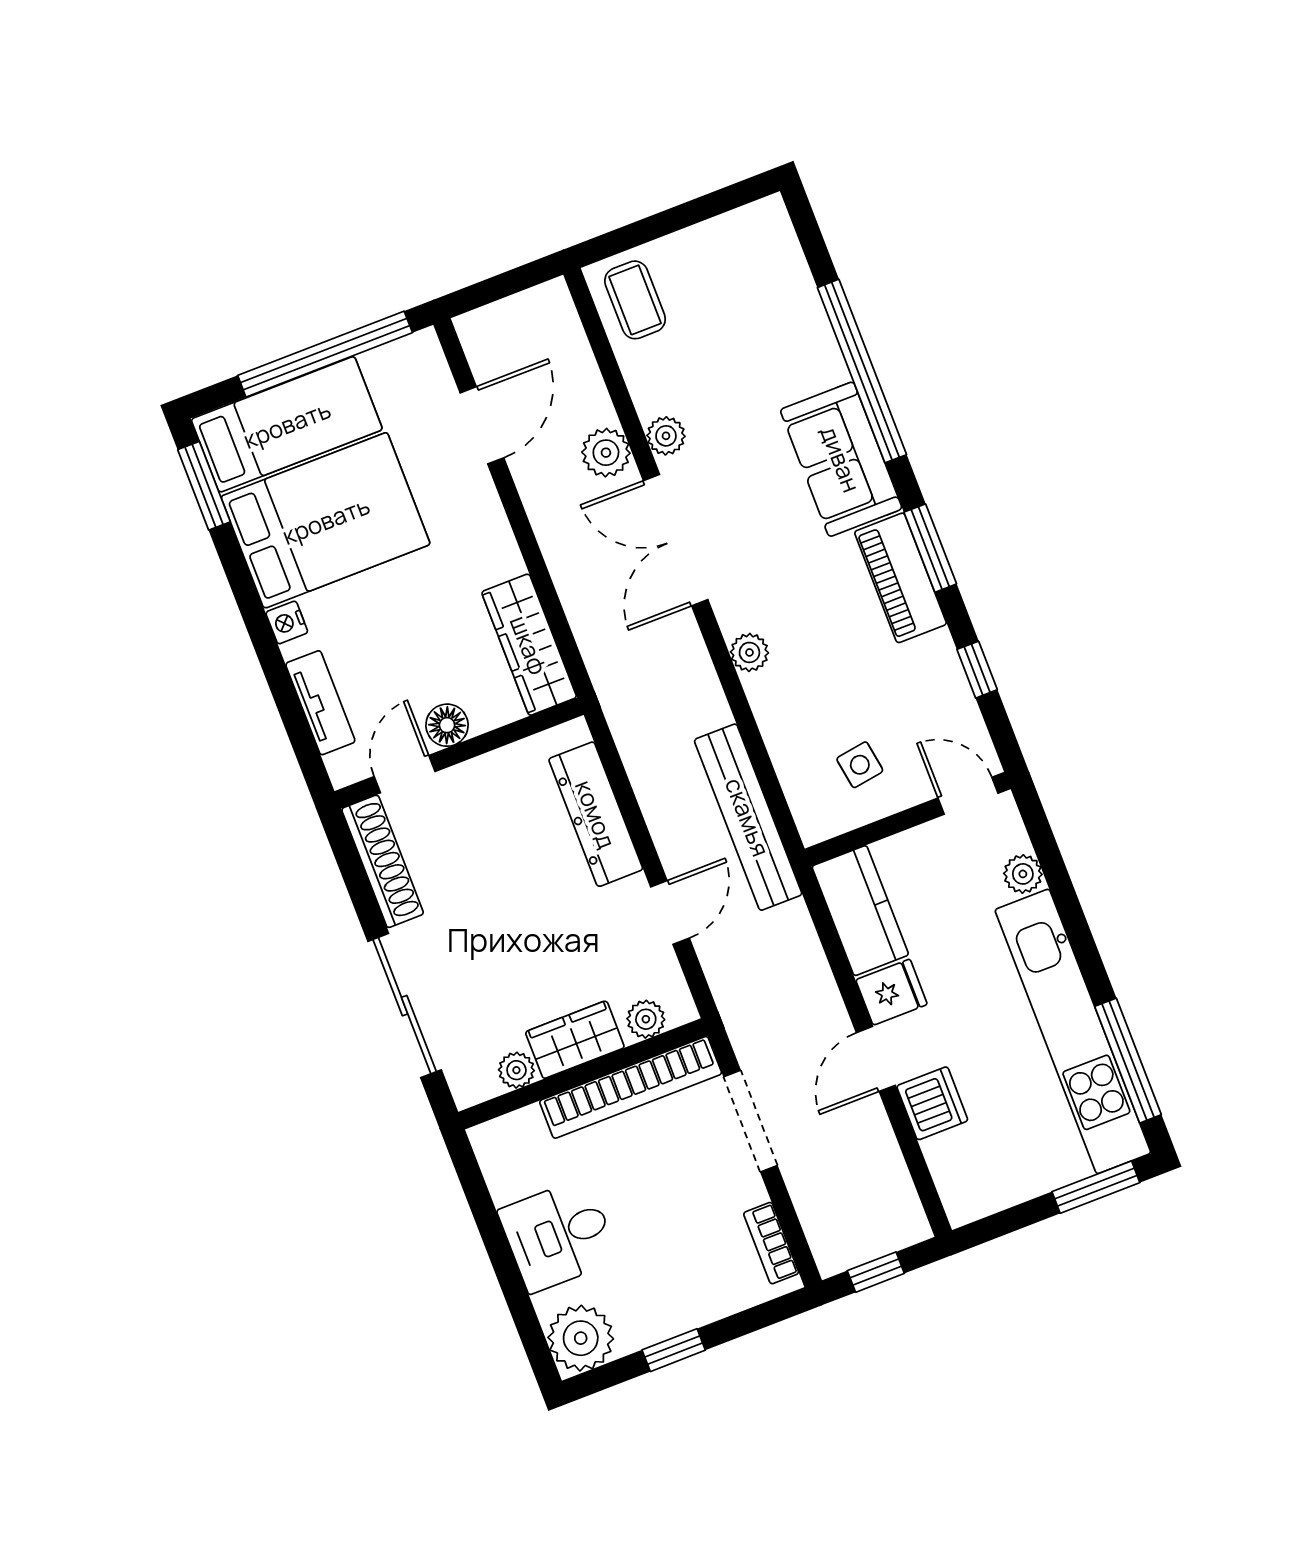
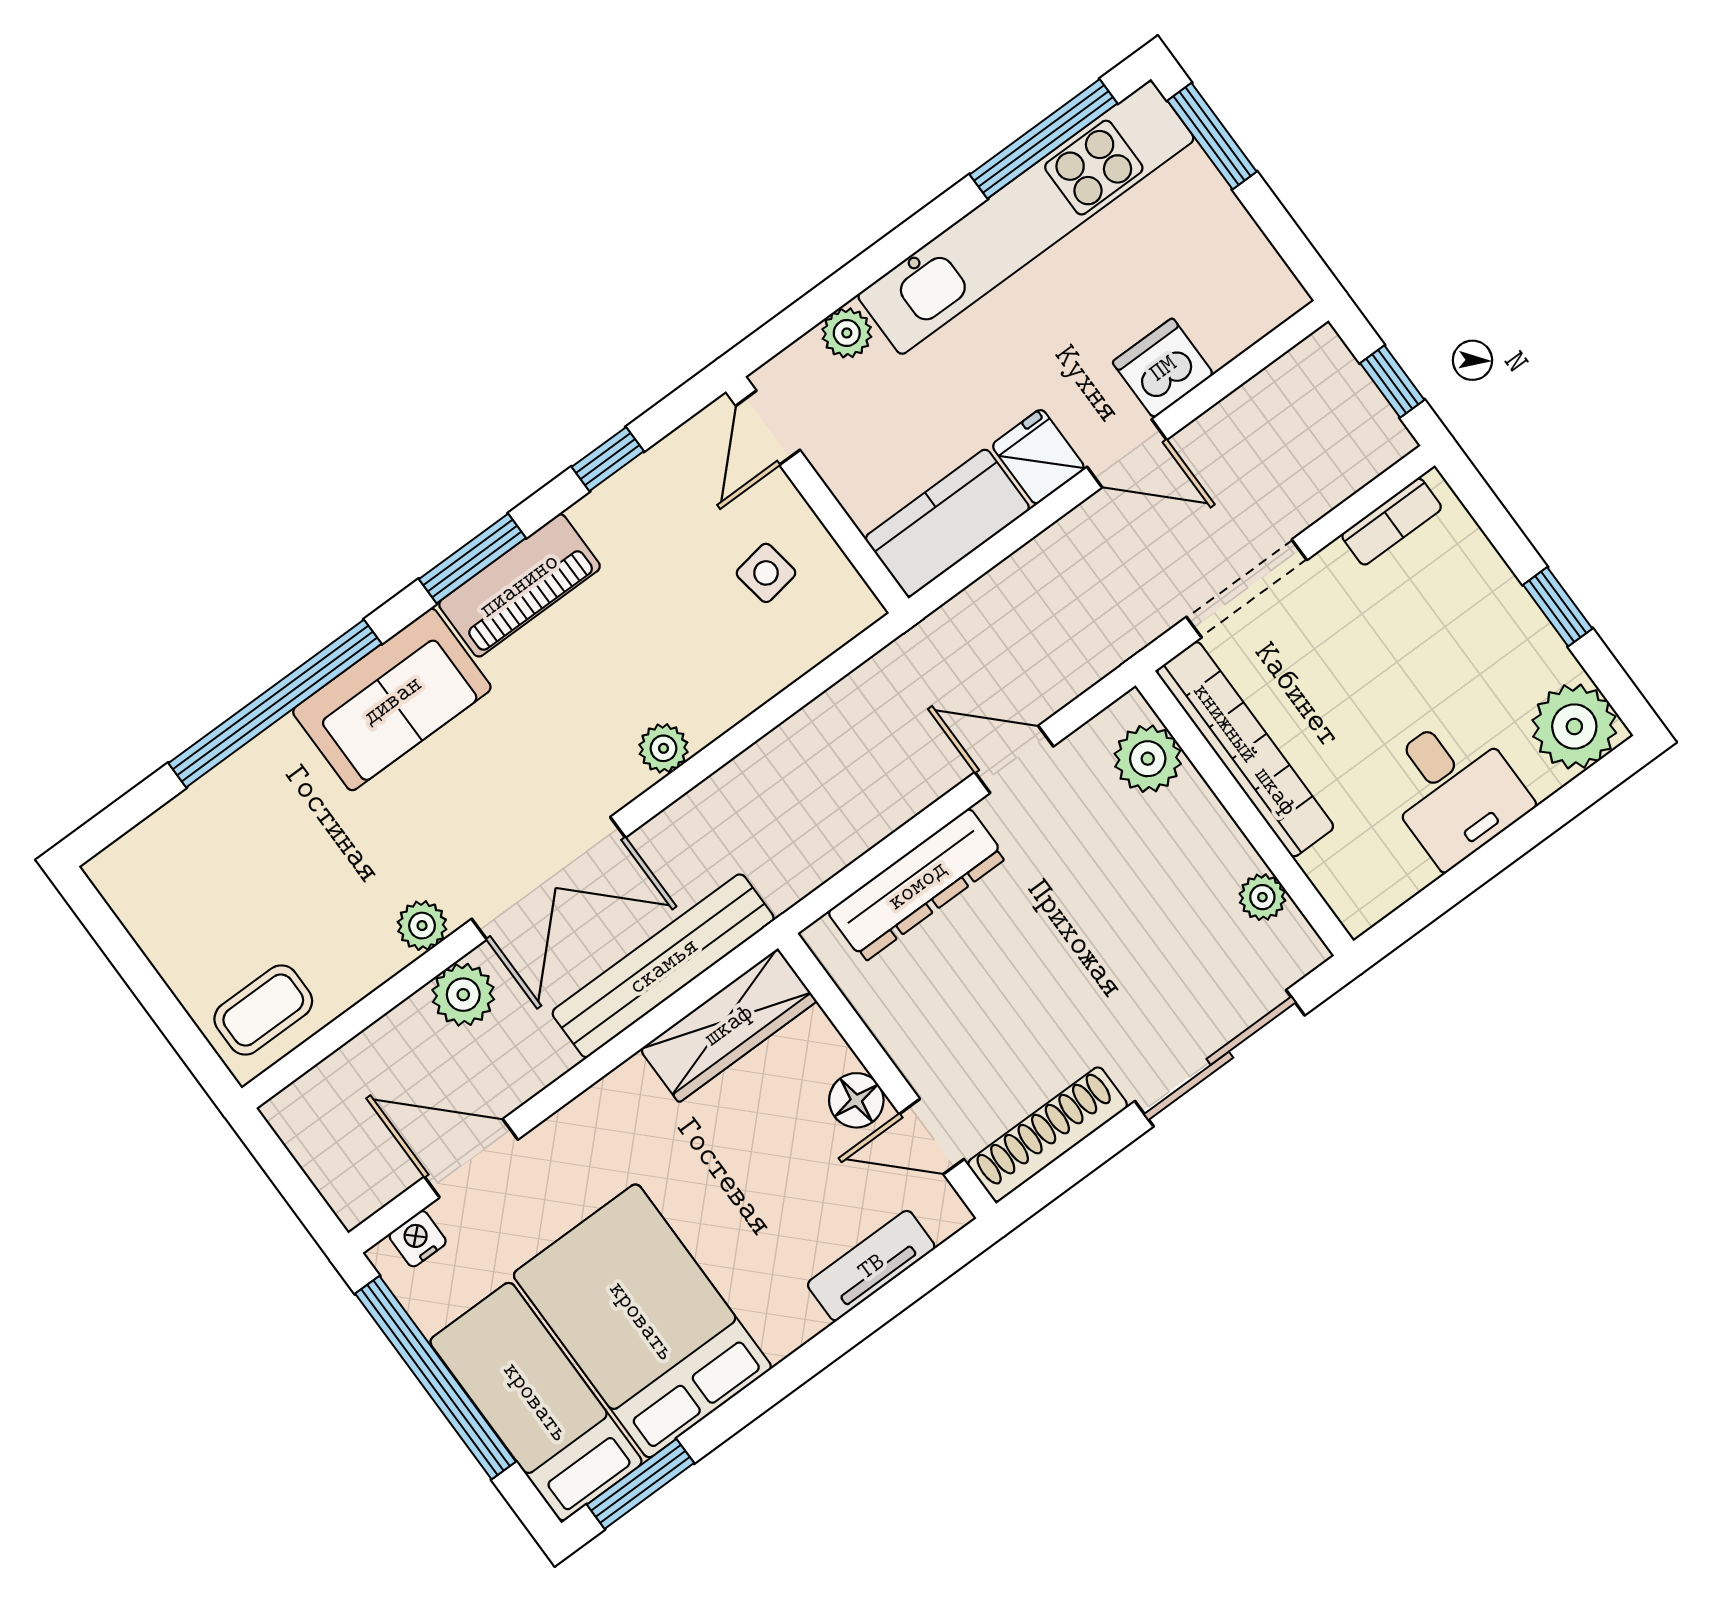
nightstand: (287, 622) -> (418, 1239), moved, turned 180
bench: (748, 817) -> (663, 966), moved
plant: (646, 1019) -> (1148, 759), width x1.38, depth x1.38
wardrobe: (575, 1040) -> (1205, 835), removed

